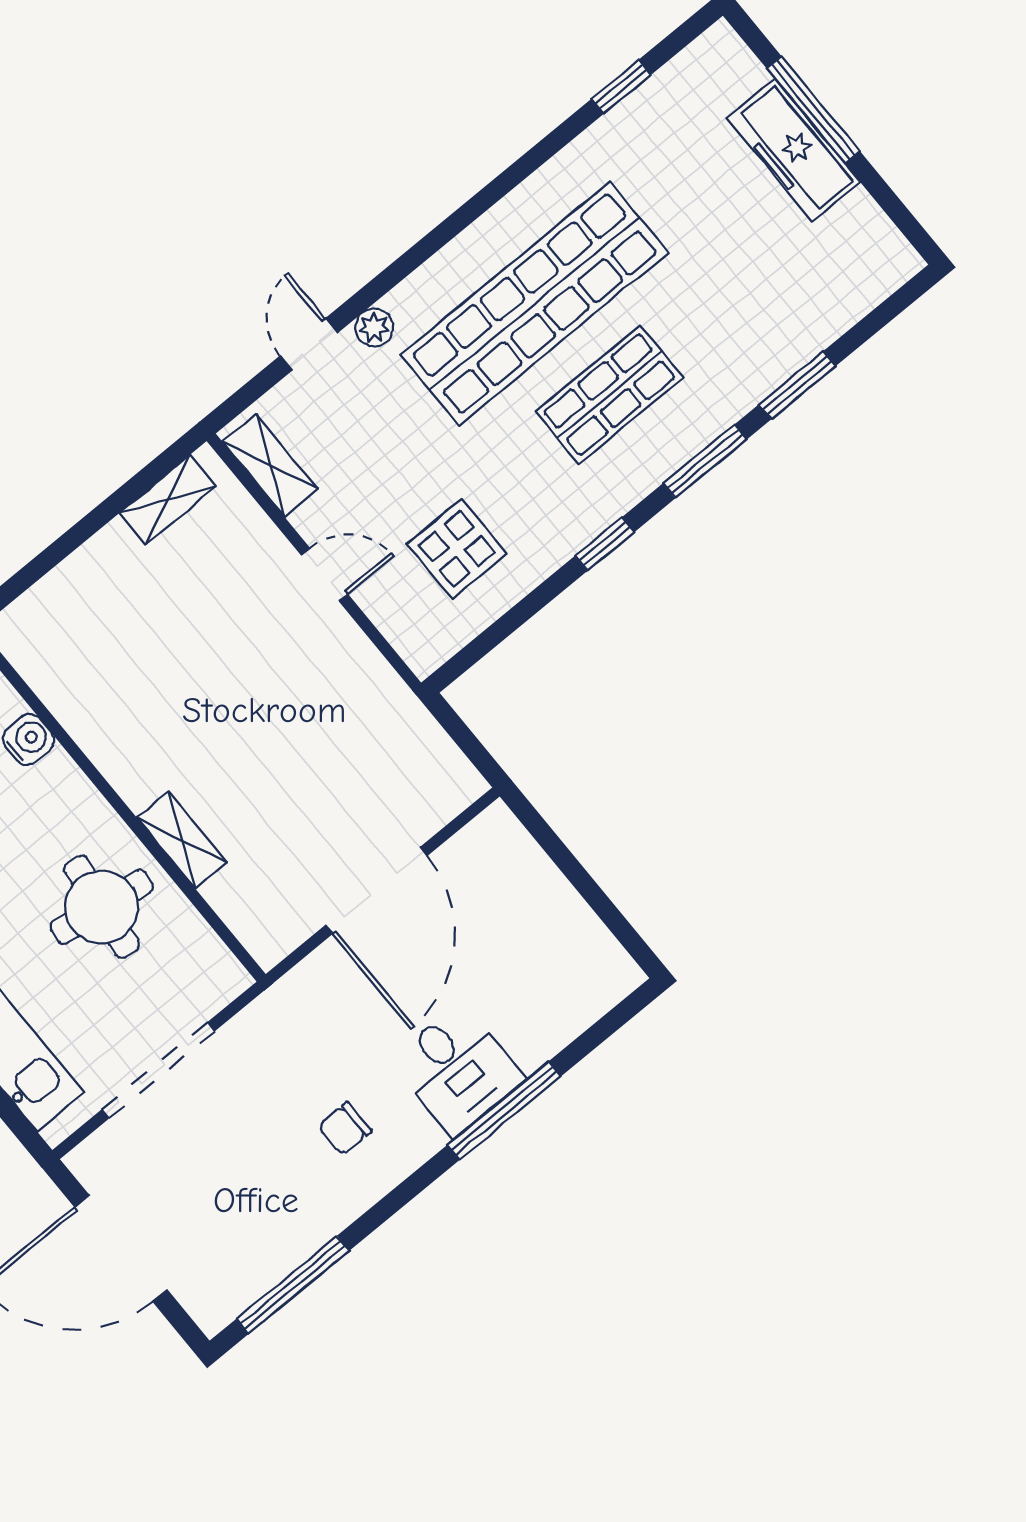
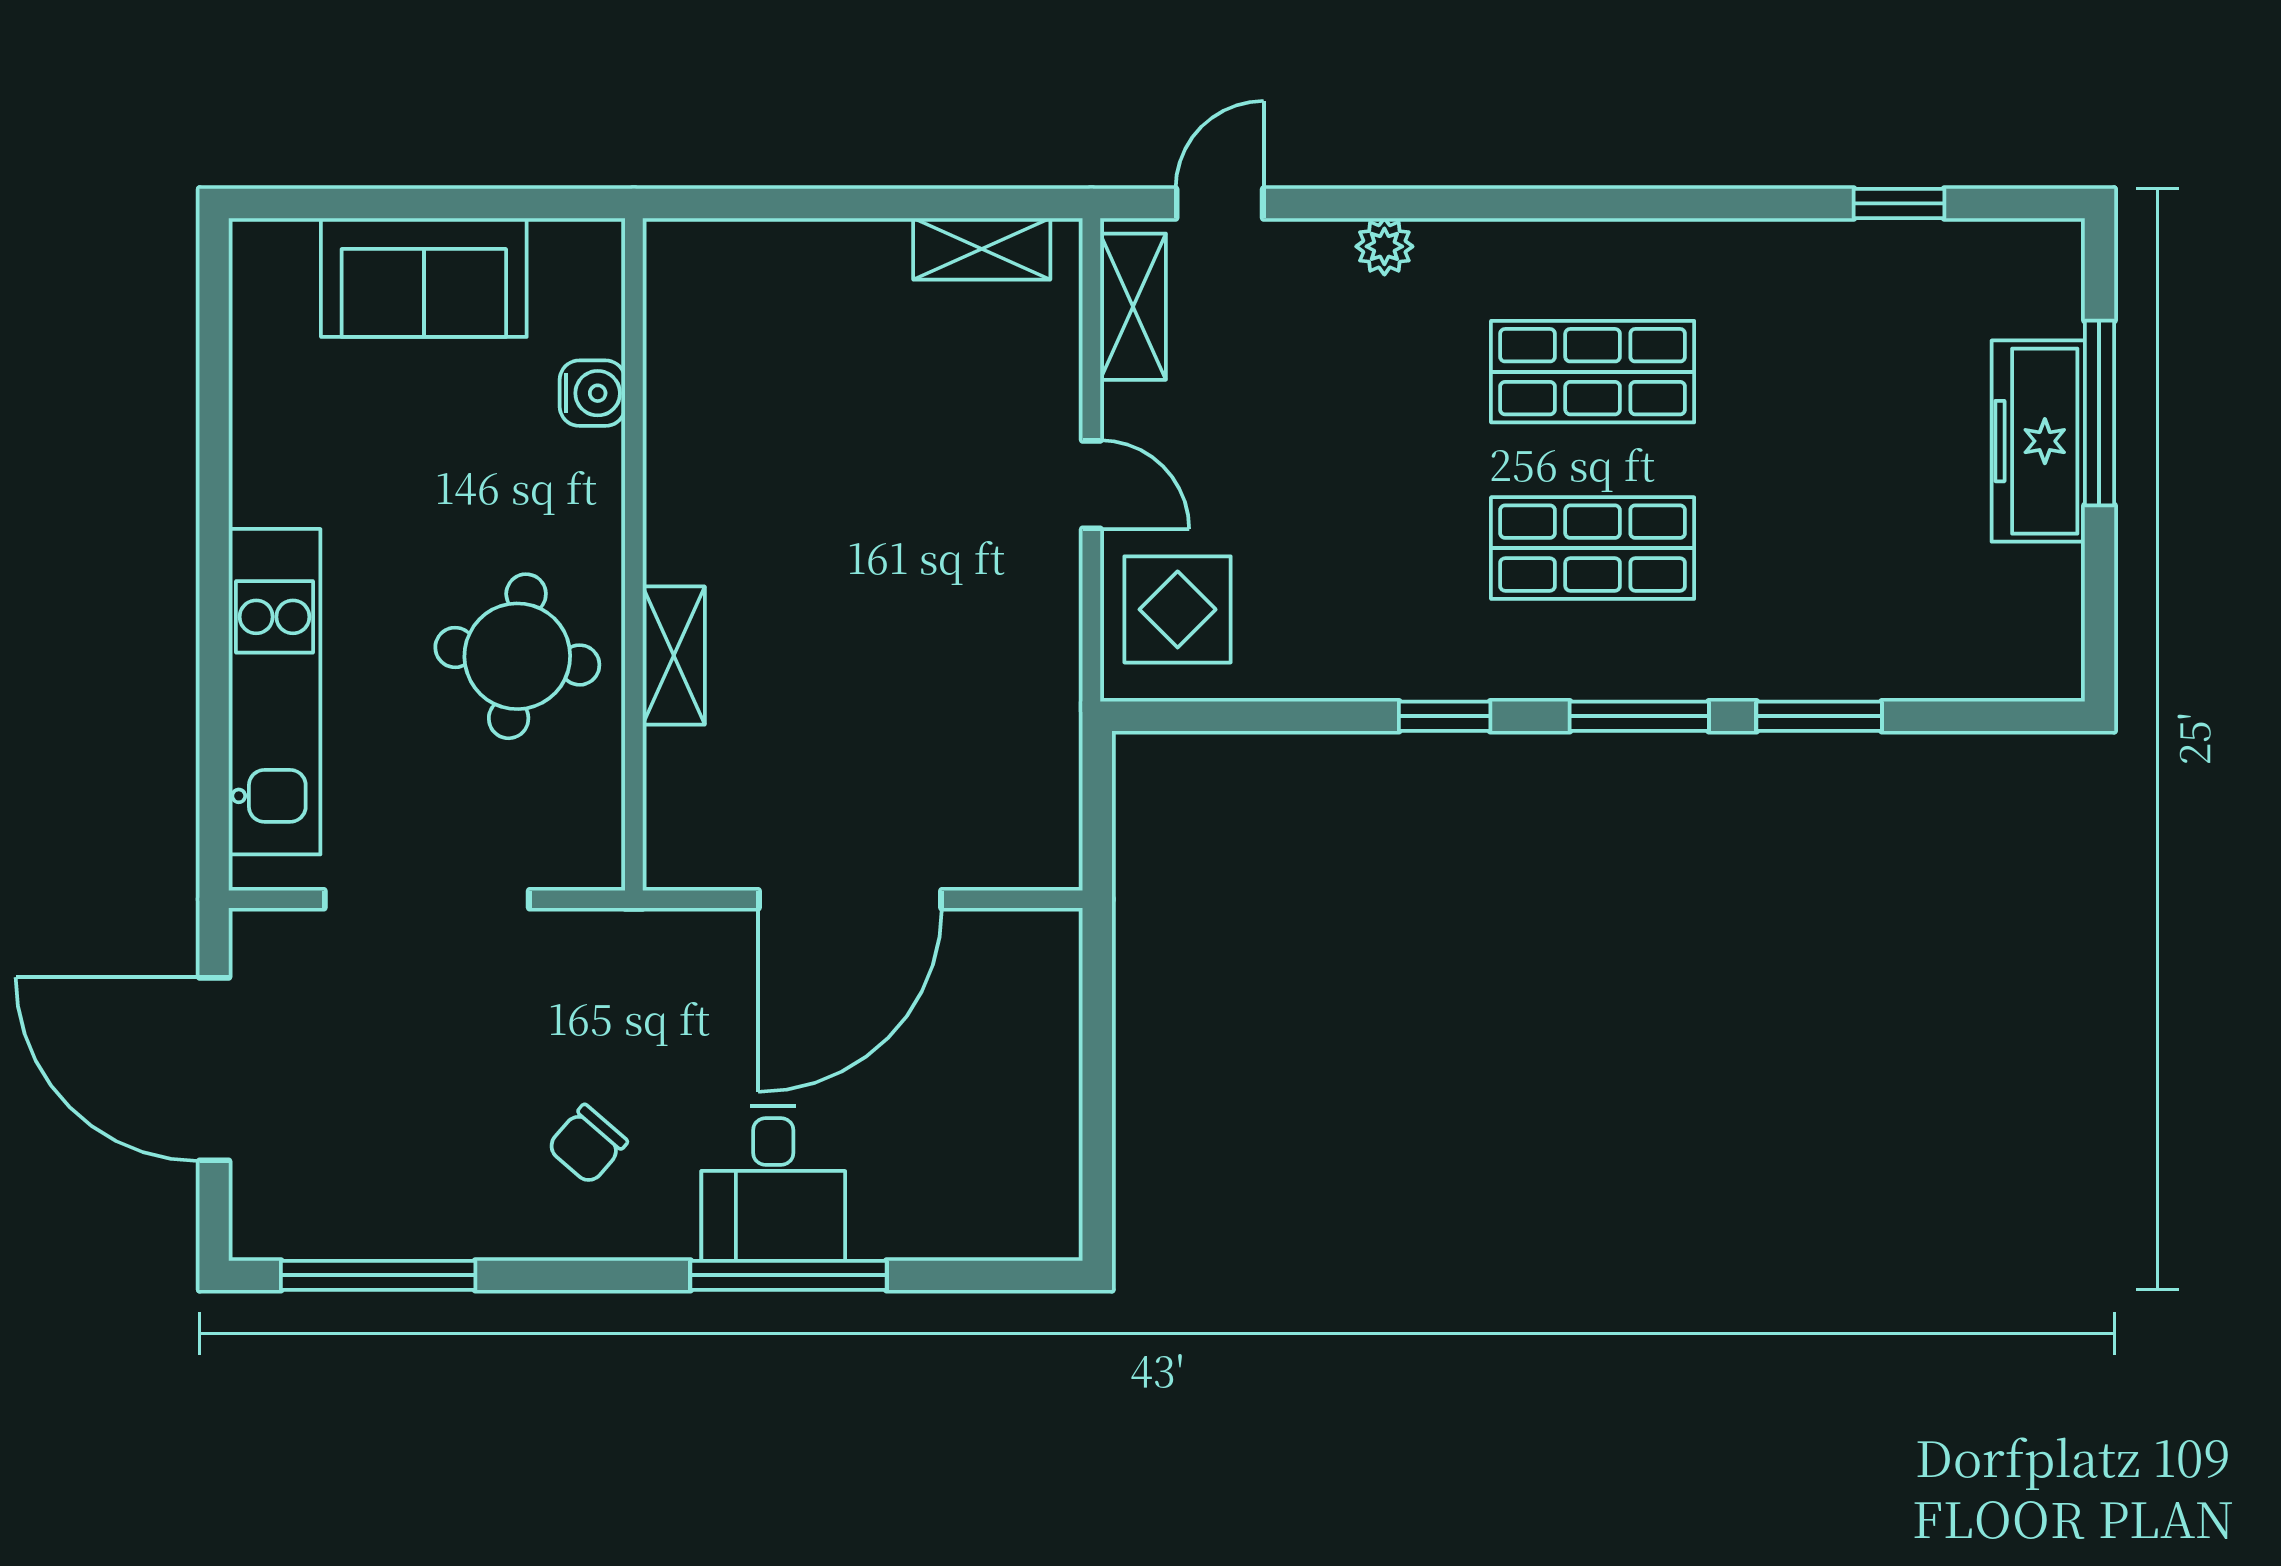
shop shelf: (535, 304) -> (1593, 372), width x0.50, depth x0.74
door: (309, 344) -> (1220, 203), moved
display table: (457, 549) -> (1178, 609), moved
chair: (345, 1129) -> (587, 1144), turned -49

